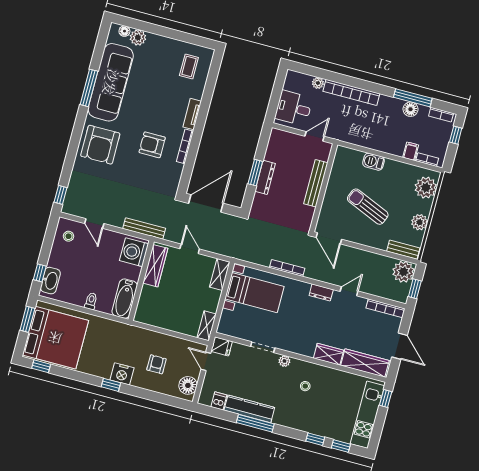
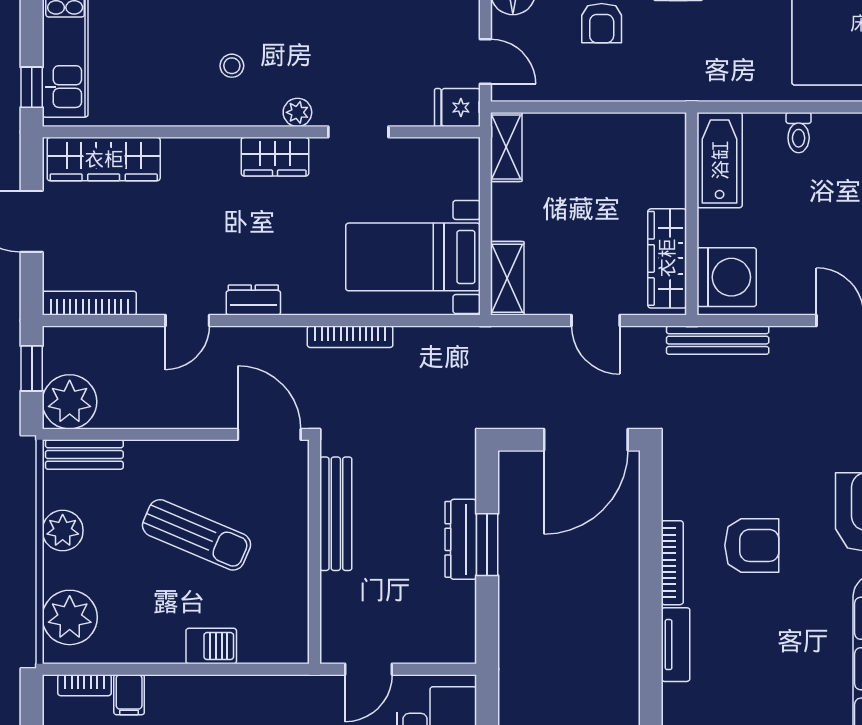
bench: (316, 183) -> (336, 514), moved
wardrobe: (328, 354) -> (275, 157), moved

